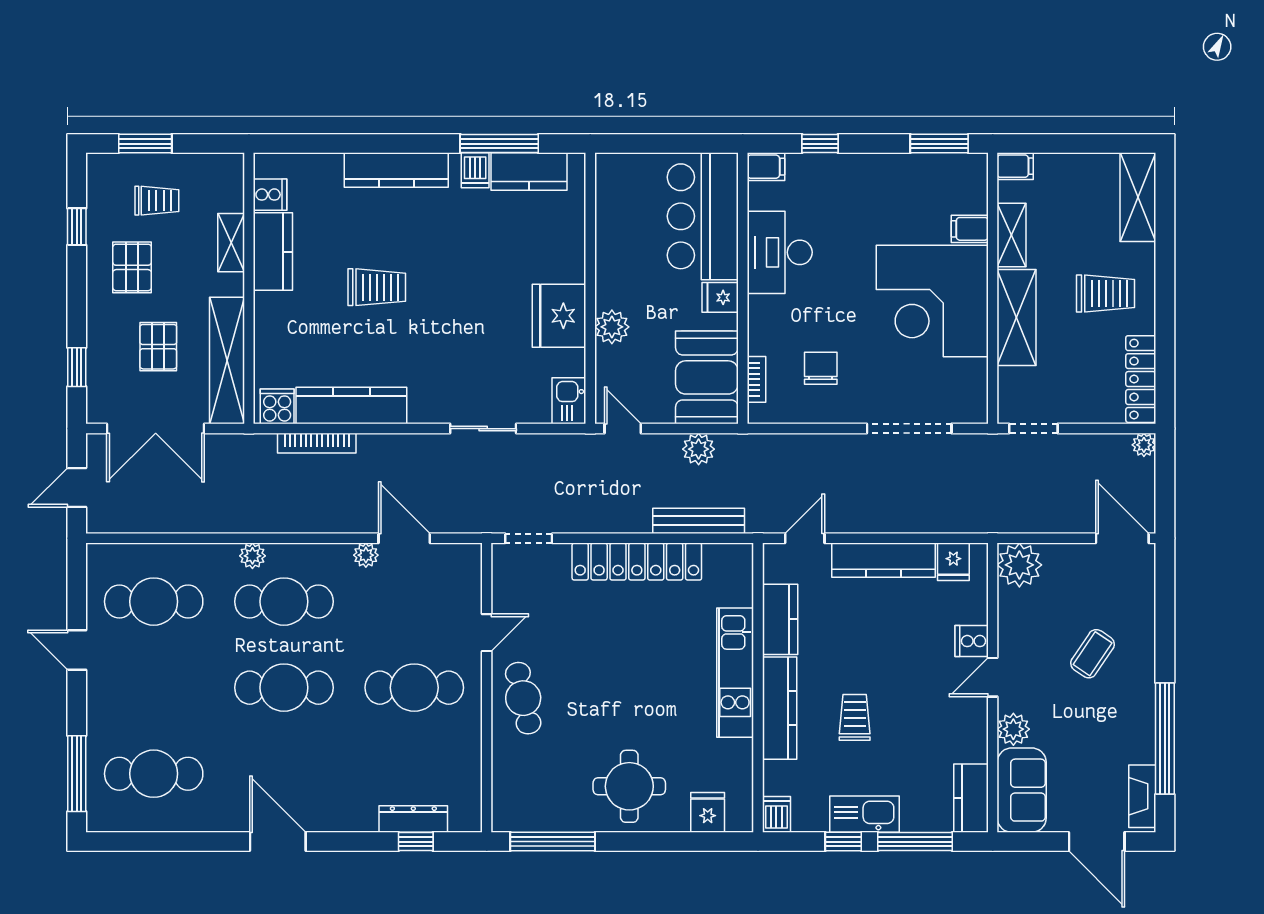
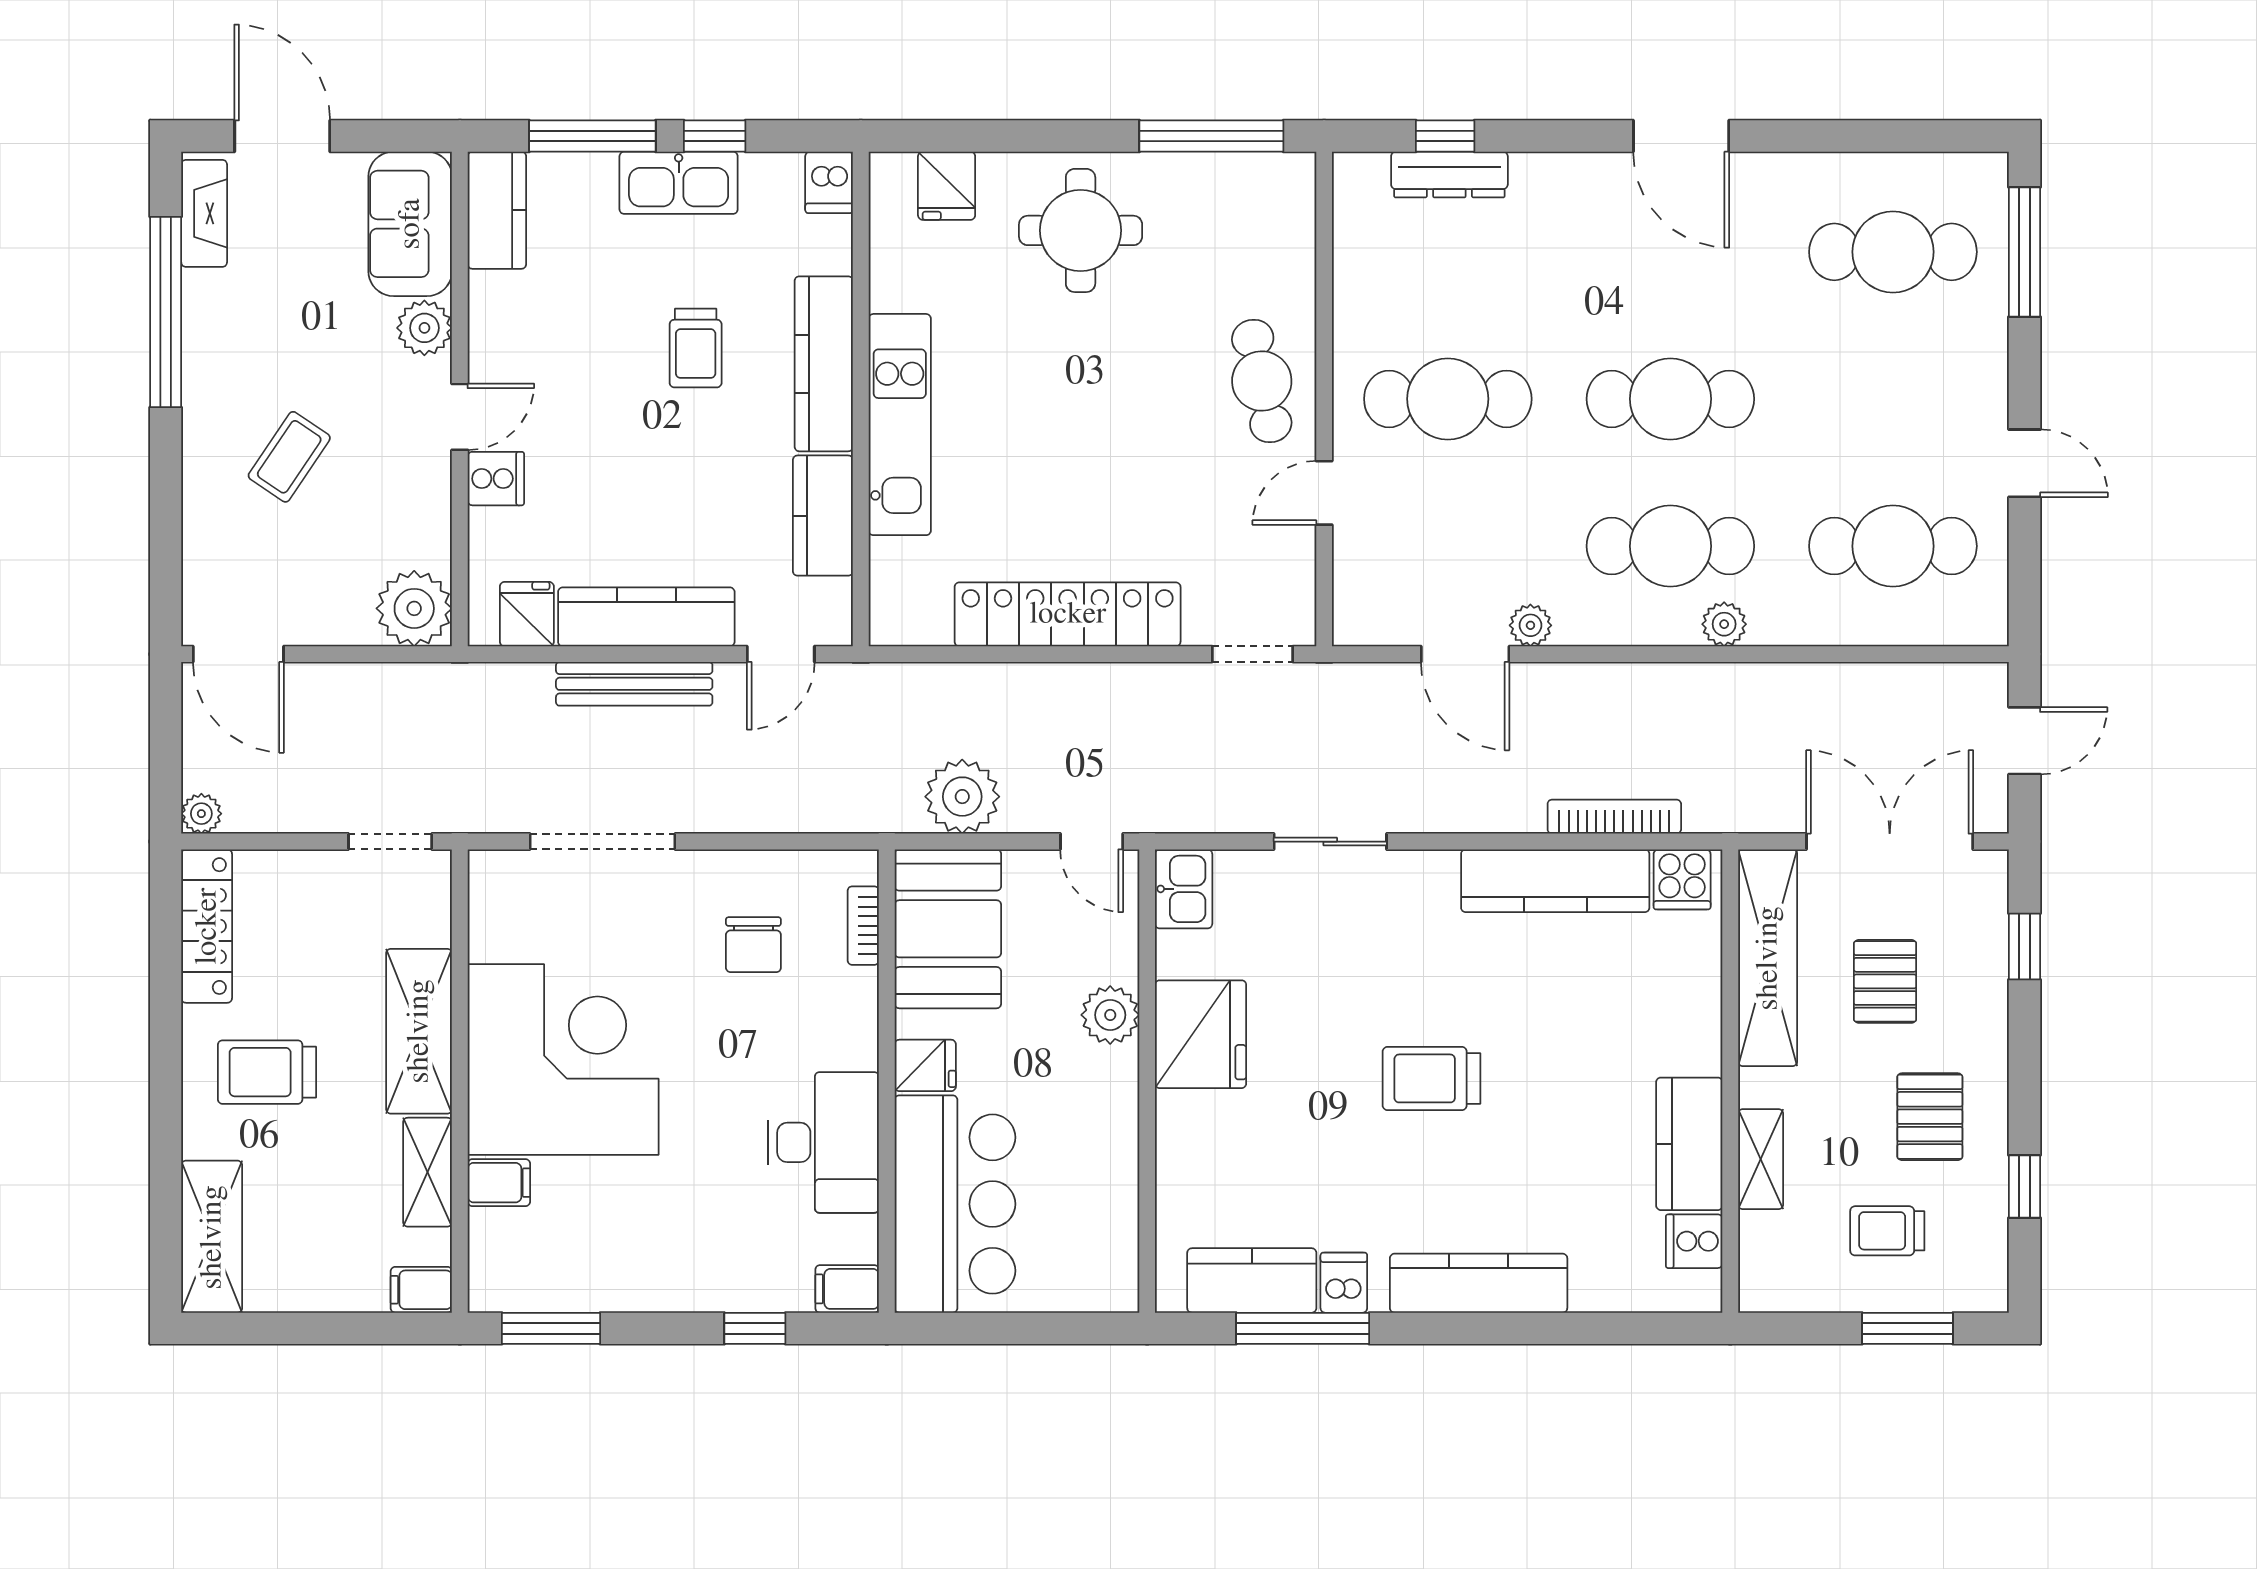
trolley: (377, 287) -> (1432, 1078), moved
plant: (699, 449) -> (962, 797), width x1.36, depth x1.36
bench: (699, 521) -> (634, 684), moved

